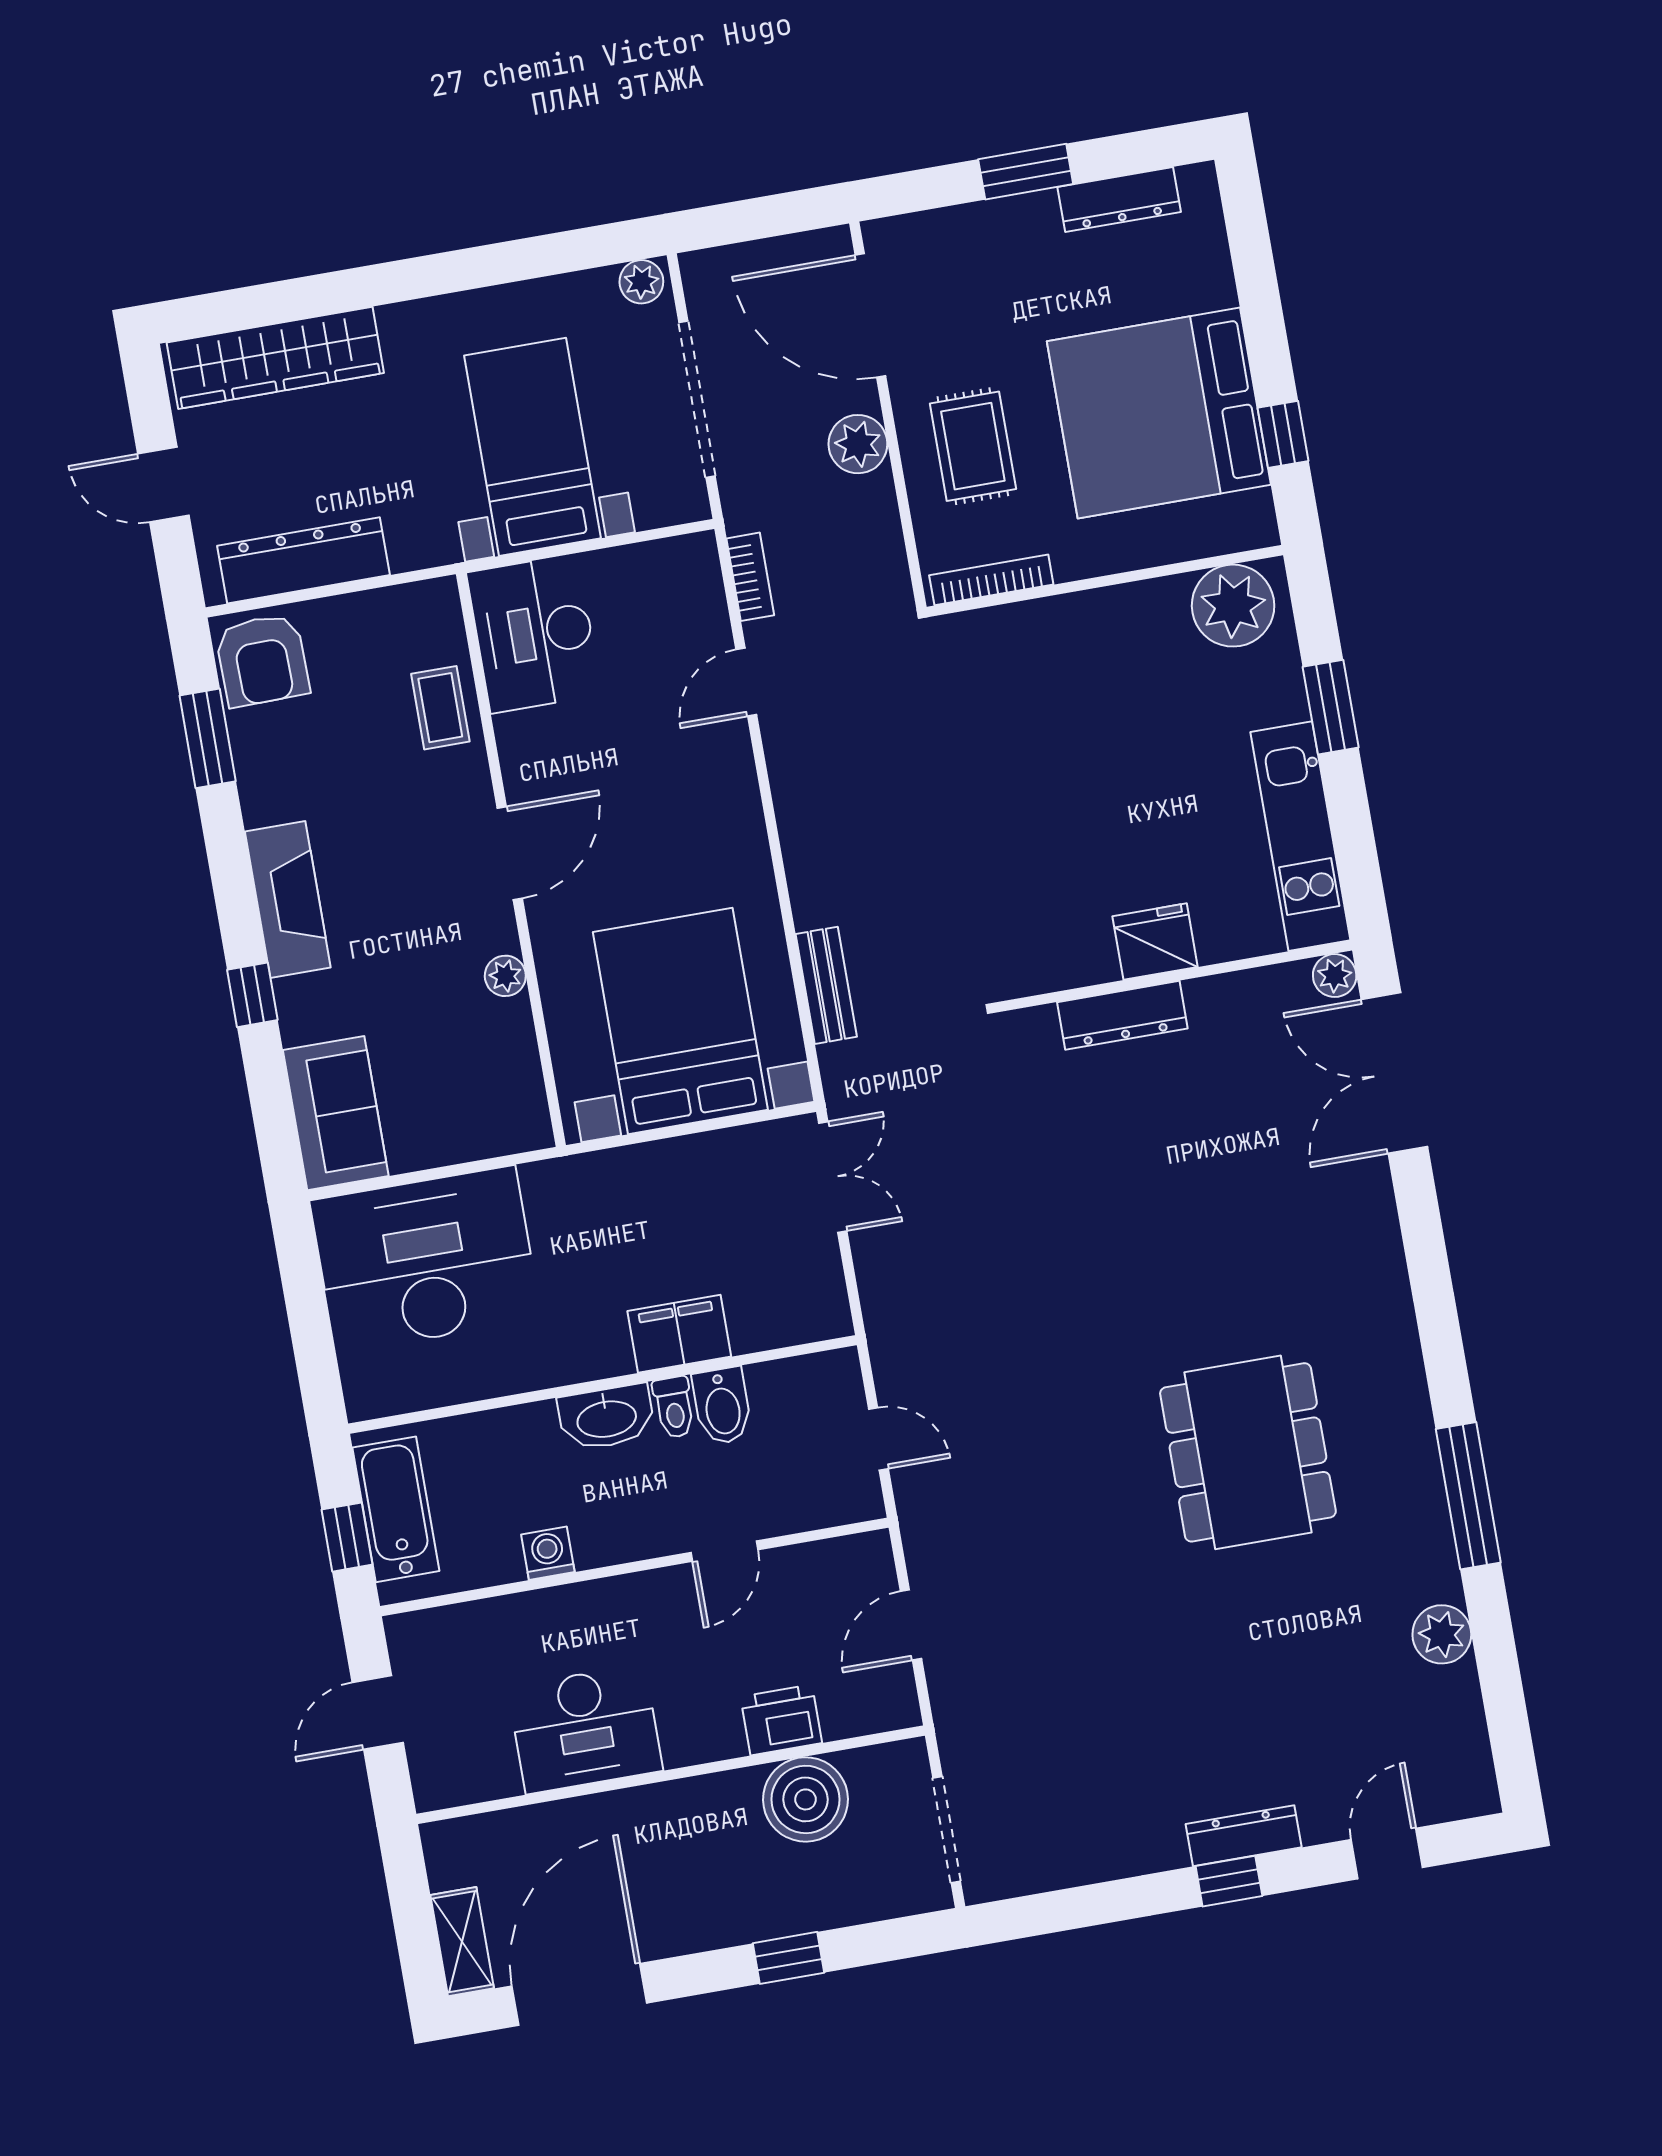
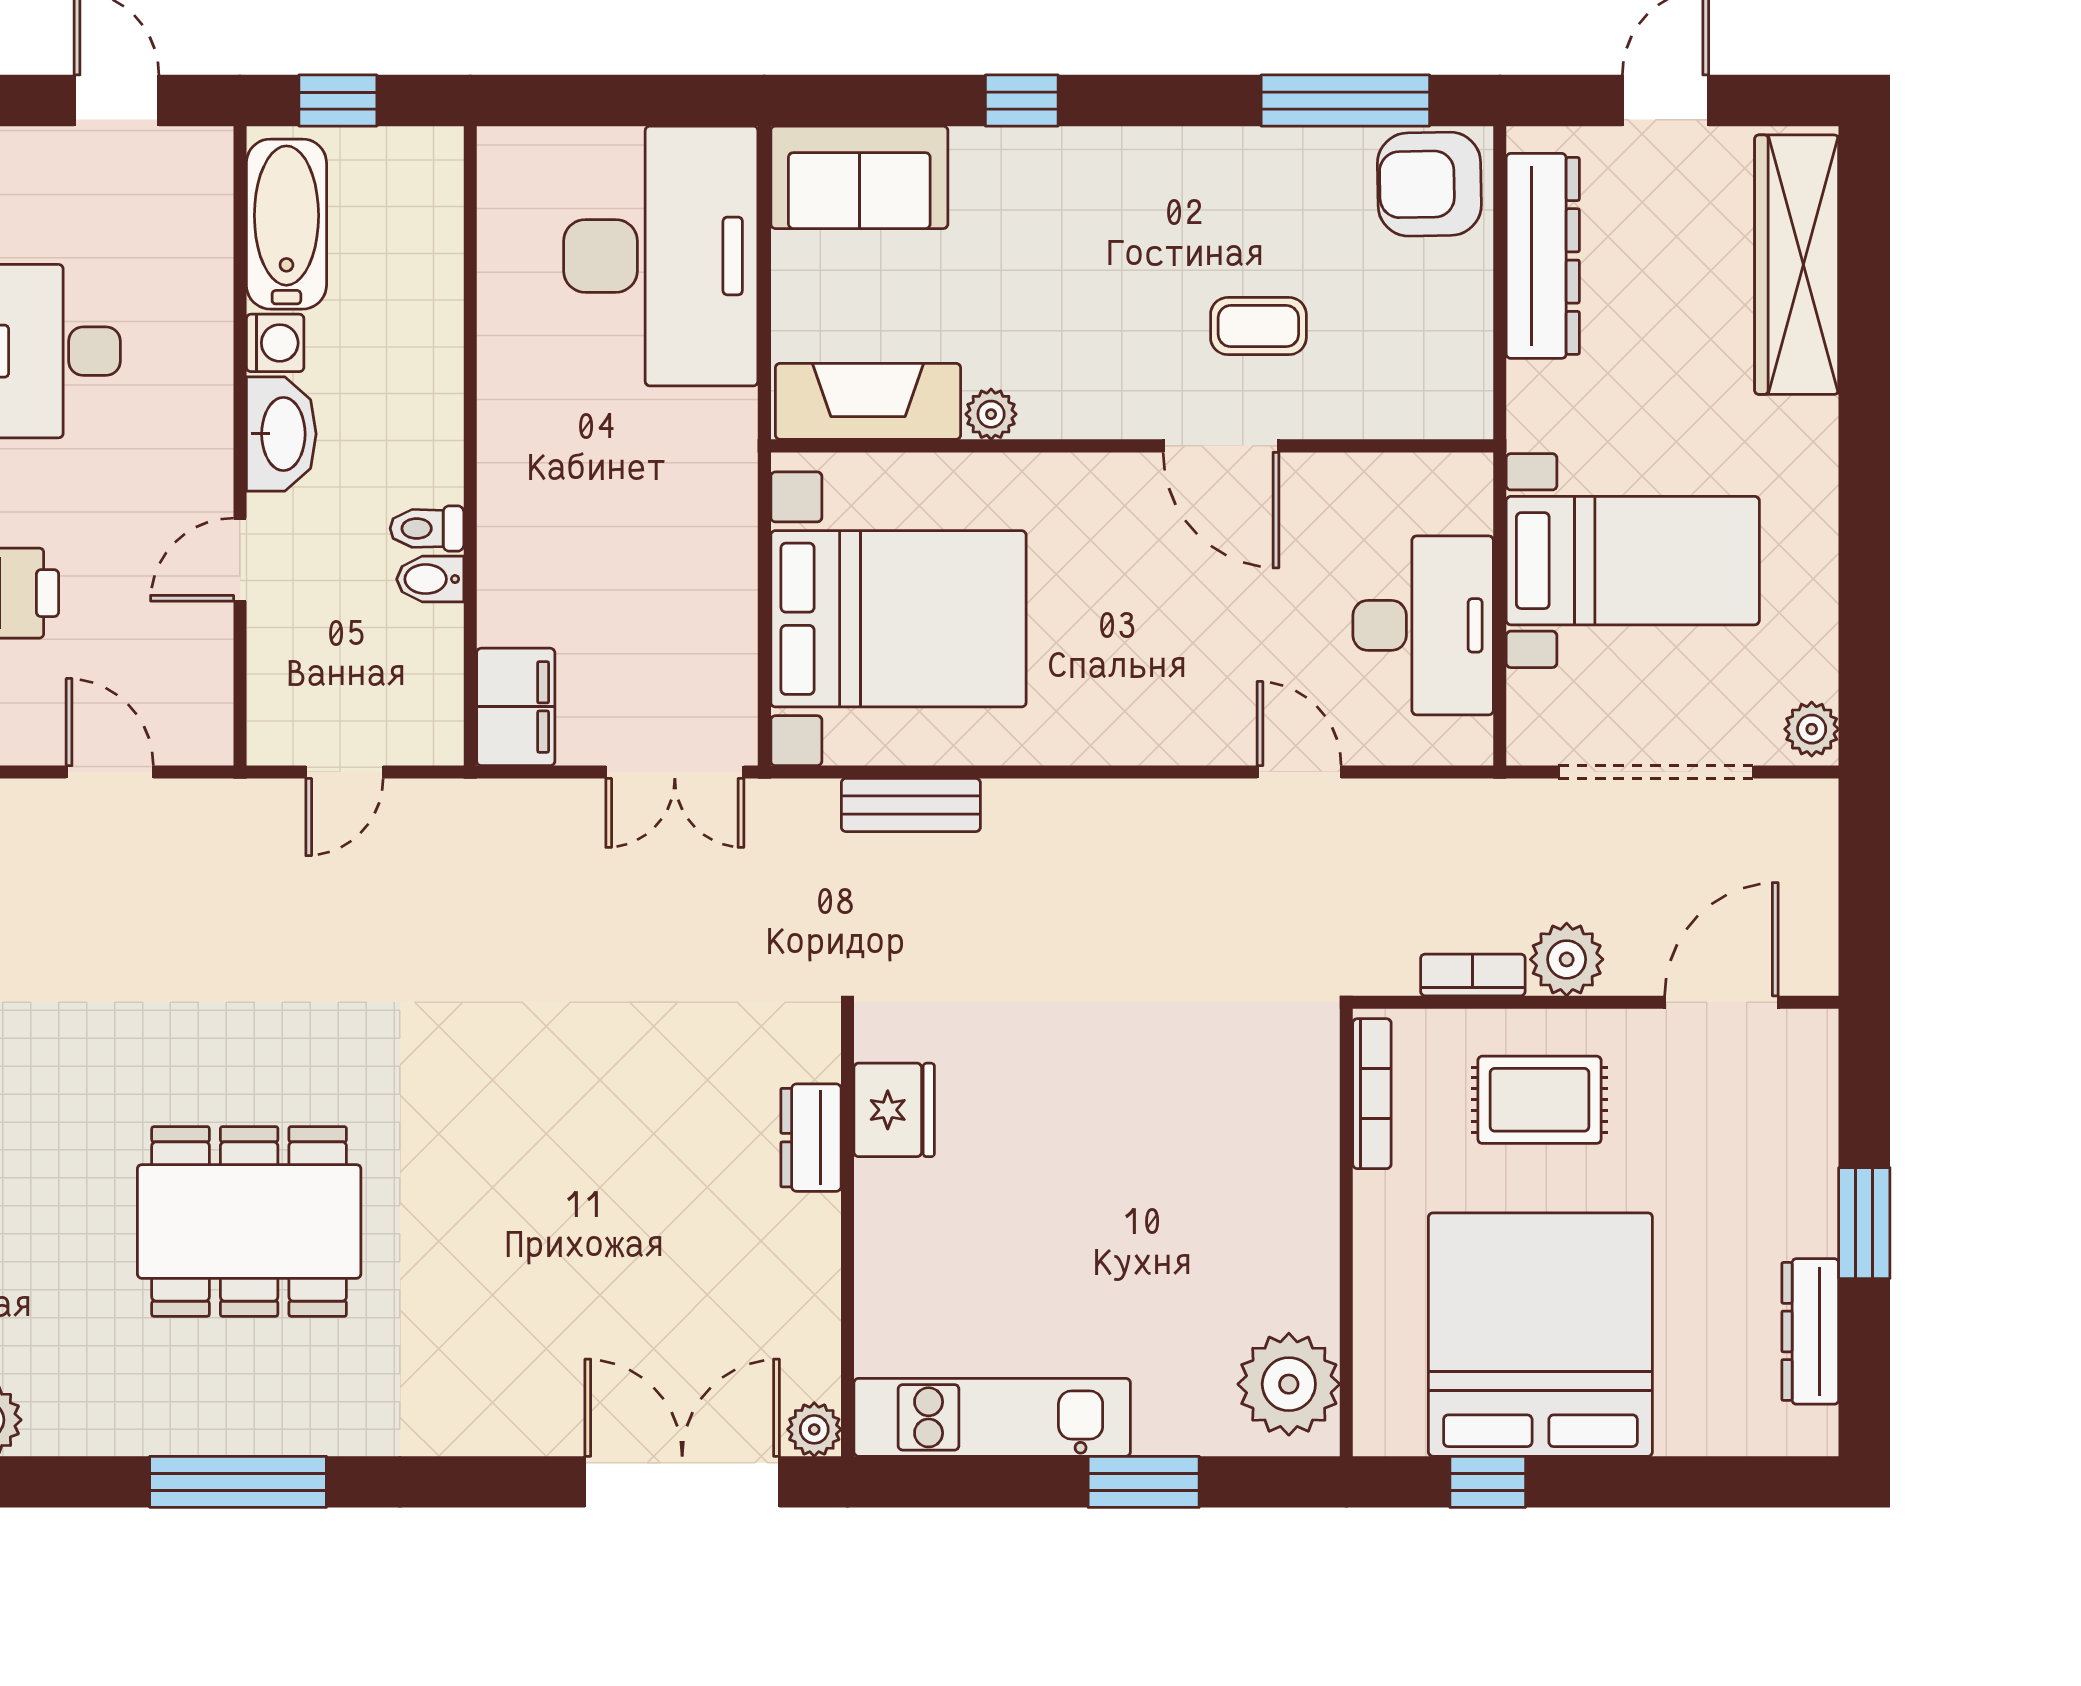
door: (870, 316) -> (1721, 1002), width x0.73
bookcase: (750, 577) -> (1473, 975), moved, turned 180
desk: (534, 633) -> (1423, 625), moved, turned 90
coffee table: (440, 708) -> (1258, 326), moved
window: (208, 738) -> (1345, 101), width x1.44
door: (510, 853) -> (1221, 446), moved
fireplace: (288, 899) -> (868, 401), moved, turned 180
fridge: (1155, 942) -> (894, 1110), moved
dresser: (1122, 1015) -> (811, 1138), width x0.70
filing cabinet: (679, 1334) -> (516, 707), moved
bidet: (722, 1406) -> (430, 579), width x0.72, depth x0.74
washbasin: (606, 1417) -> (281, 434), moved, turned 180
window: (1468, 1496) -> (238, 1482), moved
bathtub: (396, 1509) -> (286, 224), moved, turned -90
door: (724, 1551) -> (240, 560), hinge flipped

